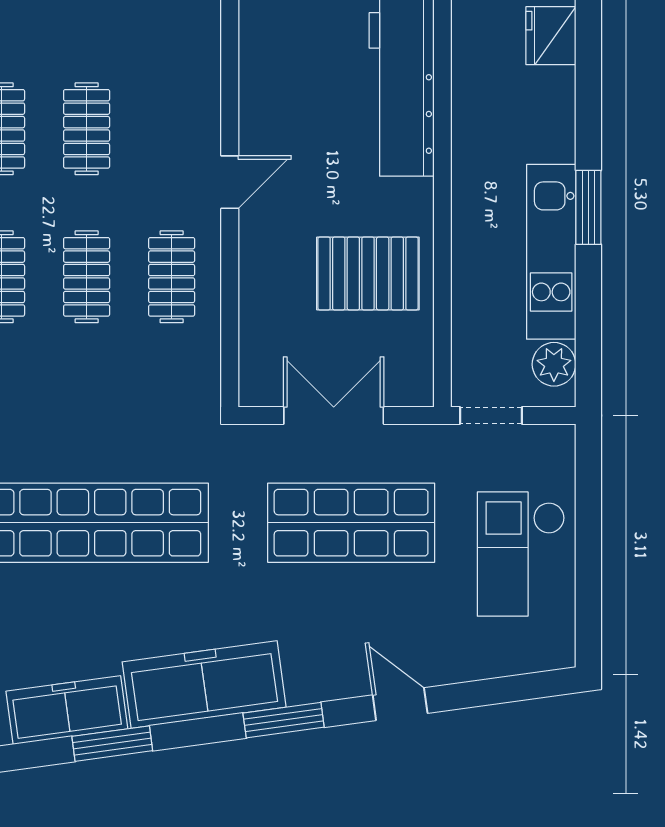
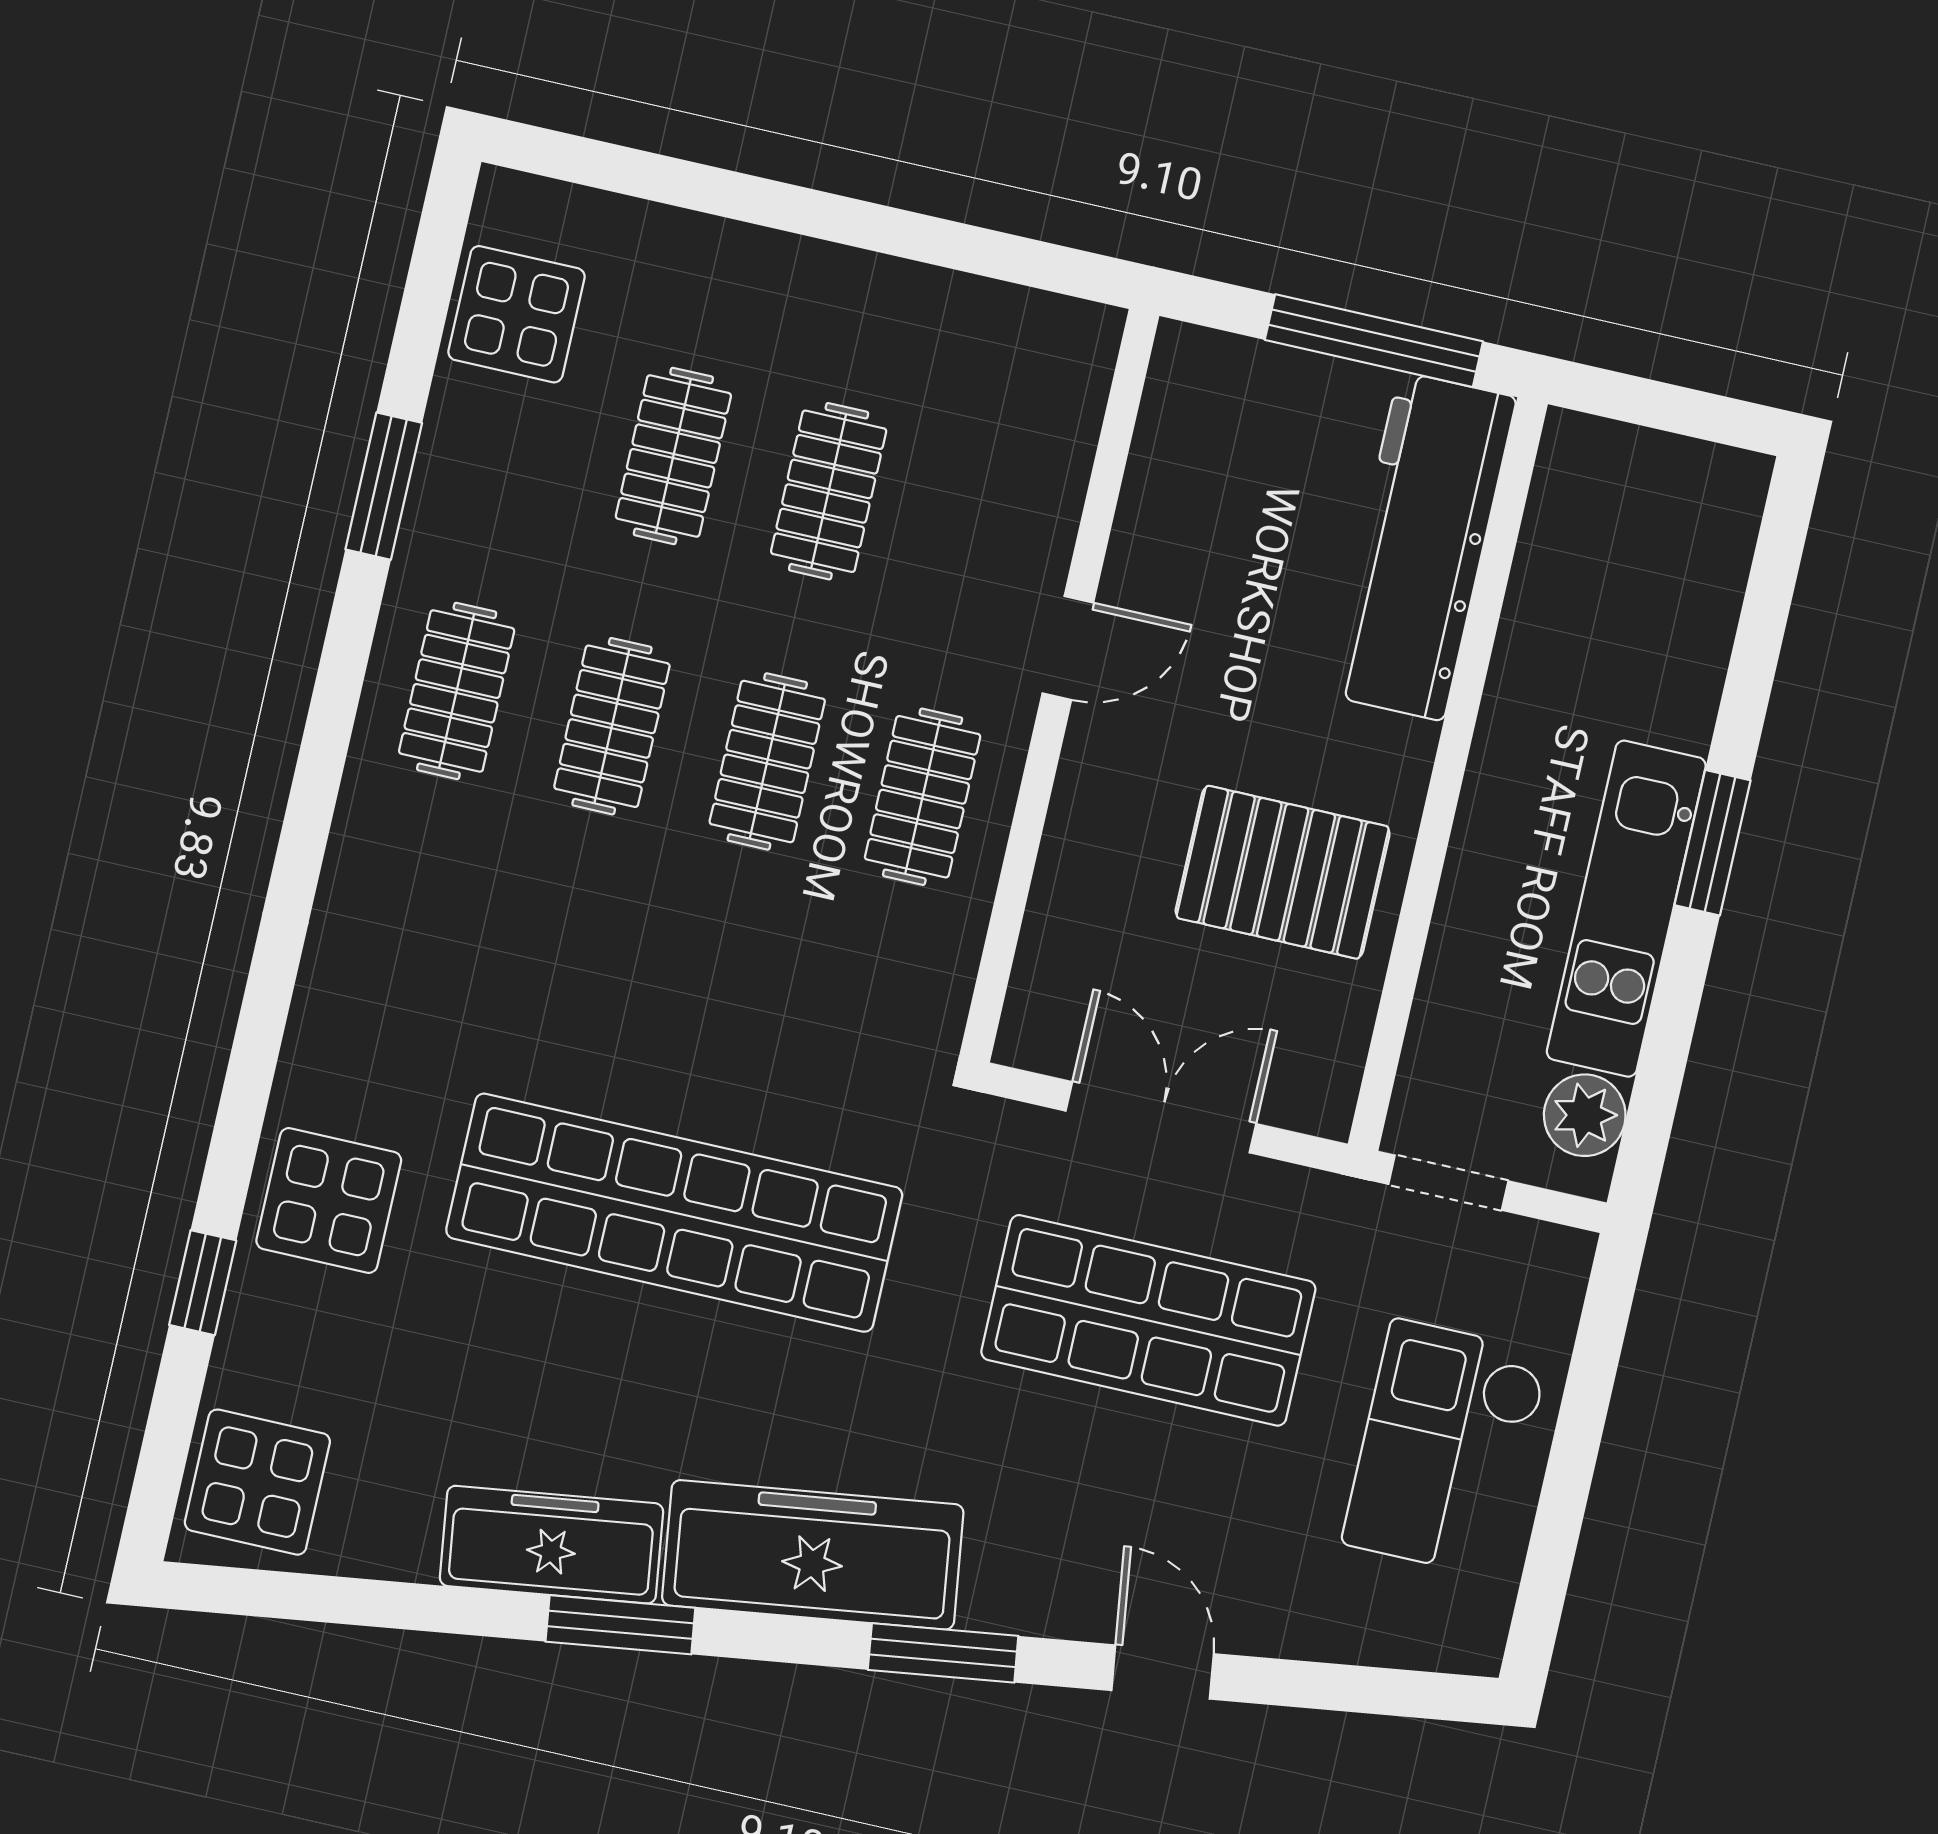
fridge: (551, 36) -> (1715, 514), removed

